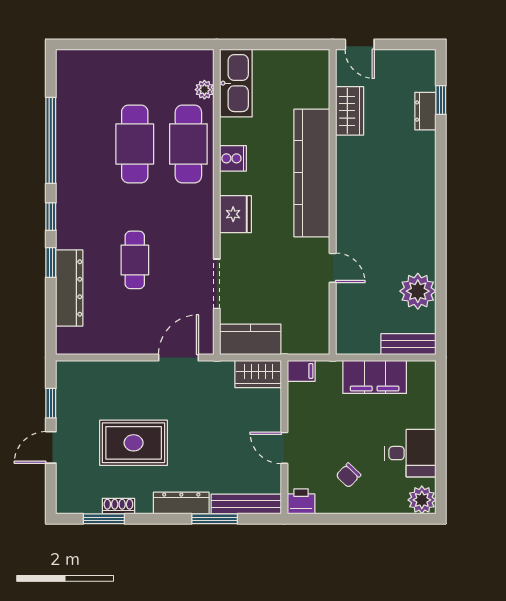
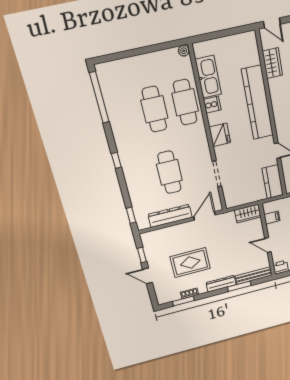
kitchen sink: (236, 83) -> (208, 77), moved
plant: (204, 90) -> (184, 51), moved
window: (51, 140) -> (99, 97), moved
cafe table: (135, 260) -> (169, 172), width x1.37, depth x1.35
window: (51, 263) -> (131, 215), moved
dresser: (69, 288) -> (170, 216), moved, turned -90
kitchen counter: (250, 339) -> (273, 182), moved, turned -90
filing cabinet: (301, 371) -> (272, 218), moved
door: (51, 447) -> (147, 276), hinge flipped

